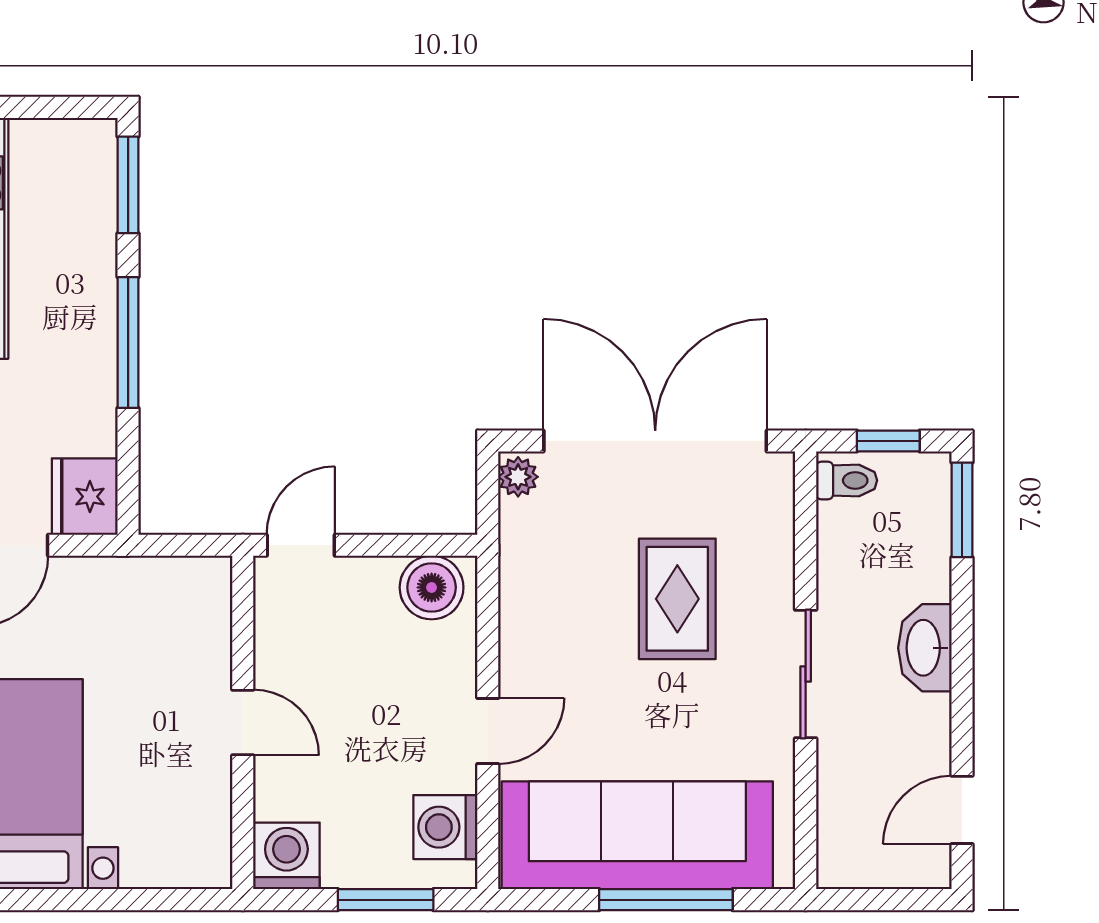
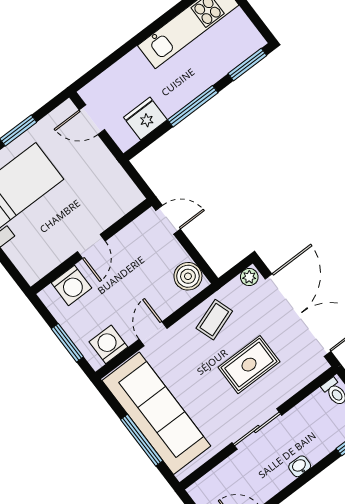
fridge: (85, 497) -> (145, 119), moved
coffee table: (547, 600) -> (214, 320), added
washbasin: (925, 648) -> (300, 466), width x0.52, depth x0.69
door: (488, 731) -> (153, 334), swing flipped
washing machine: (286, 856) -> (72, 285), moved, turned 90

